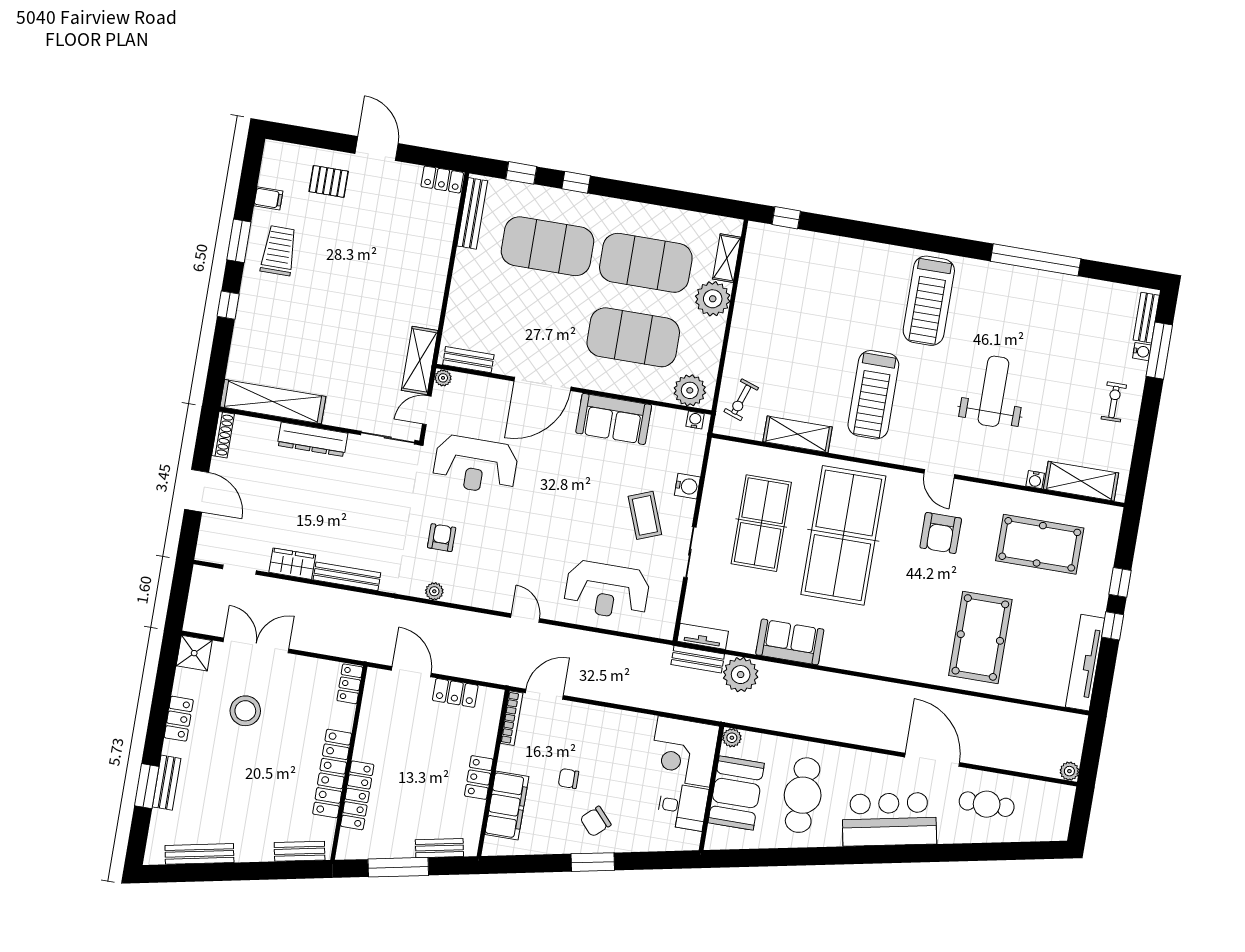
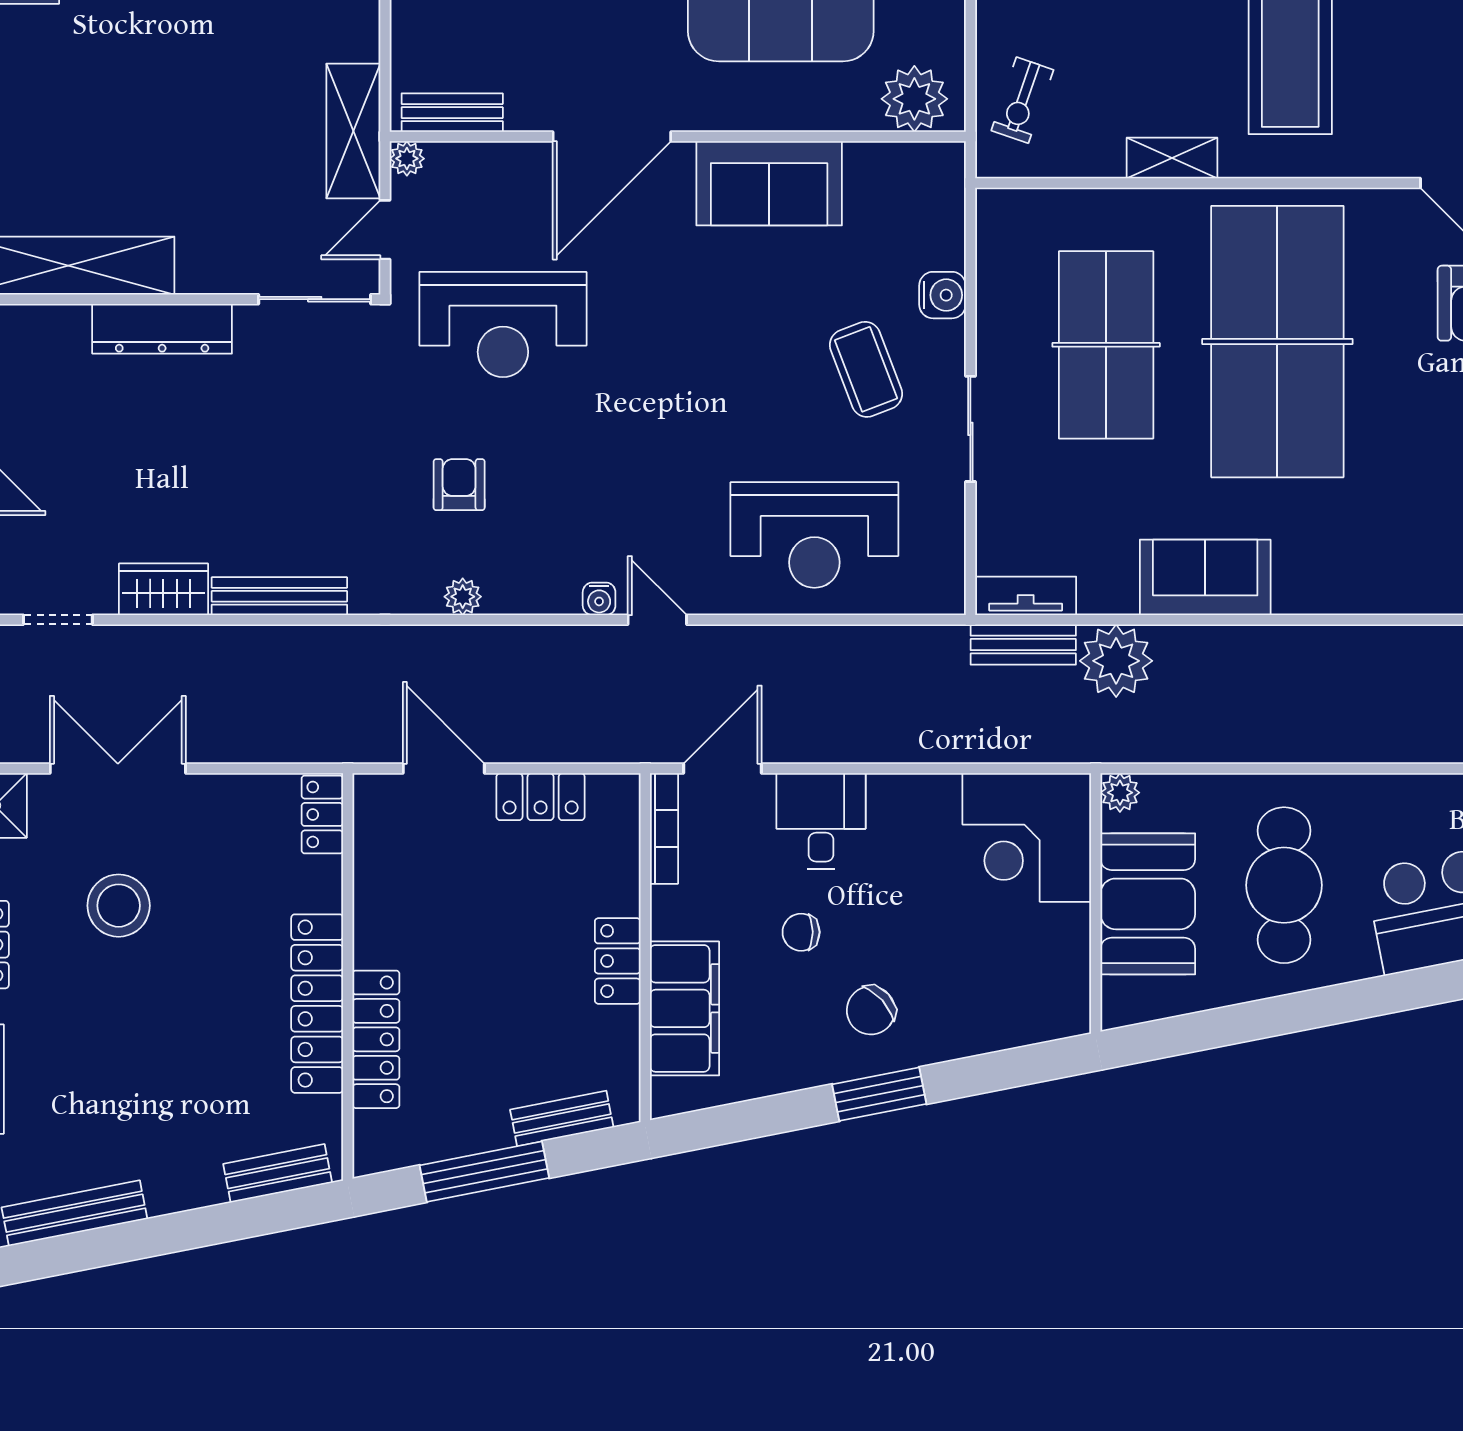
water cooler: (695, 420) -> (599, 599), moved, turned 180
shelving: (798, 434) -> (1172, 158), width x0.67, depth x0.75
desk: (683, 807) -> (821, 821), moved, turned -90

